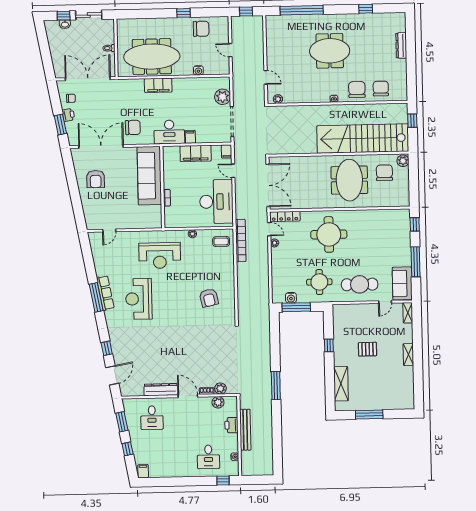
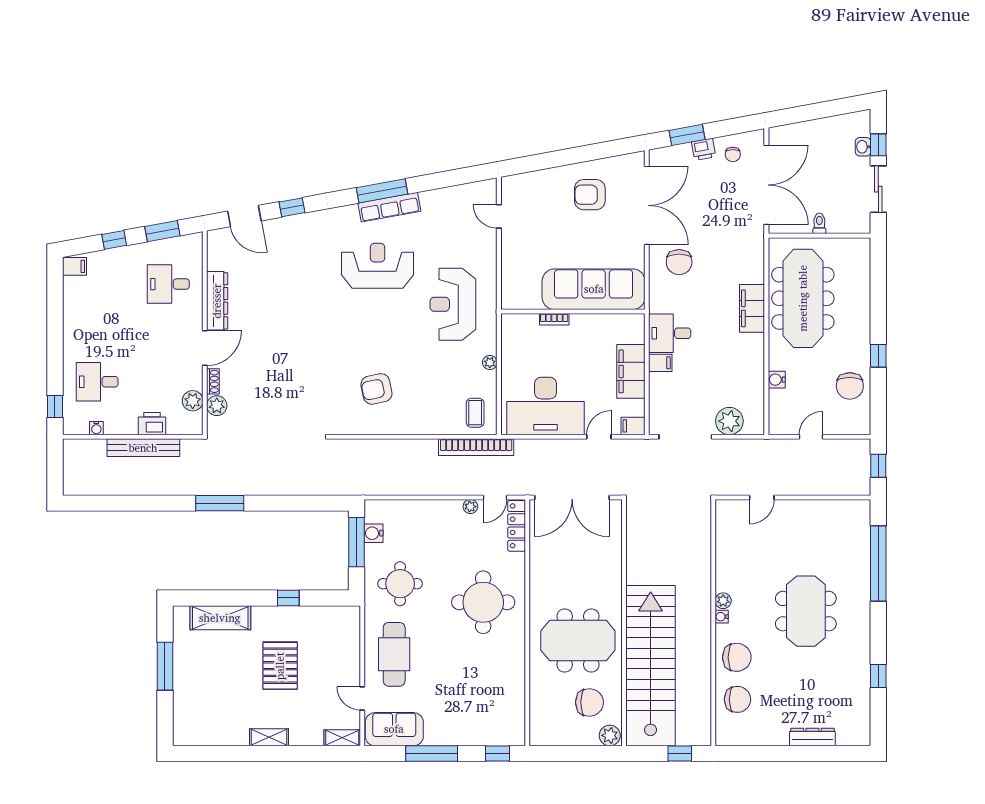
plant: (278, 99) -> (723, 601), moved
desk: (169, 132) -> (670, 333), width x0.73
pallet: (367, 349) -> (280, 666), width x1.50, depth x1.42

